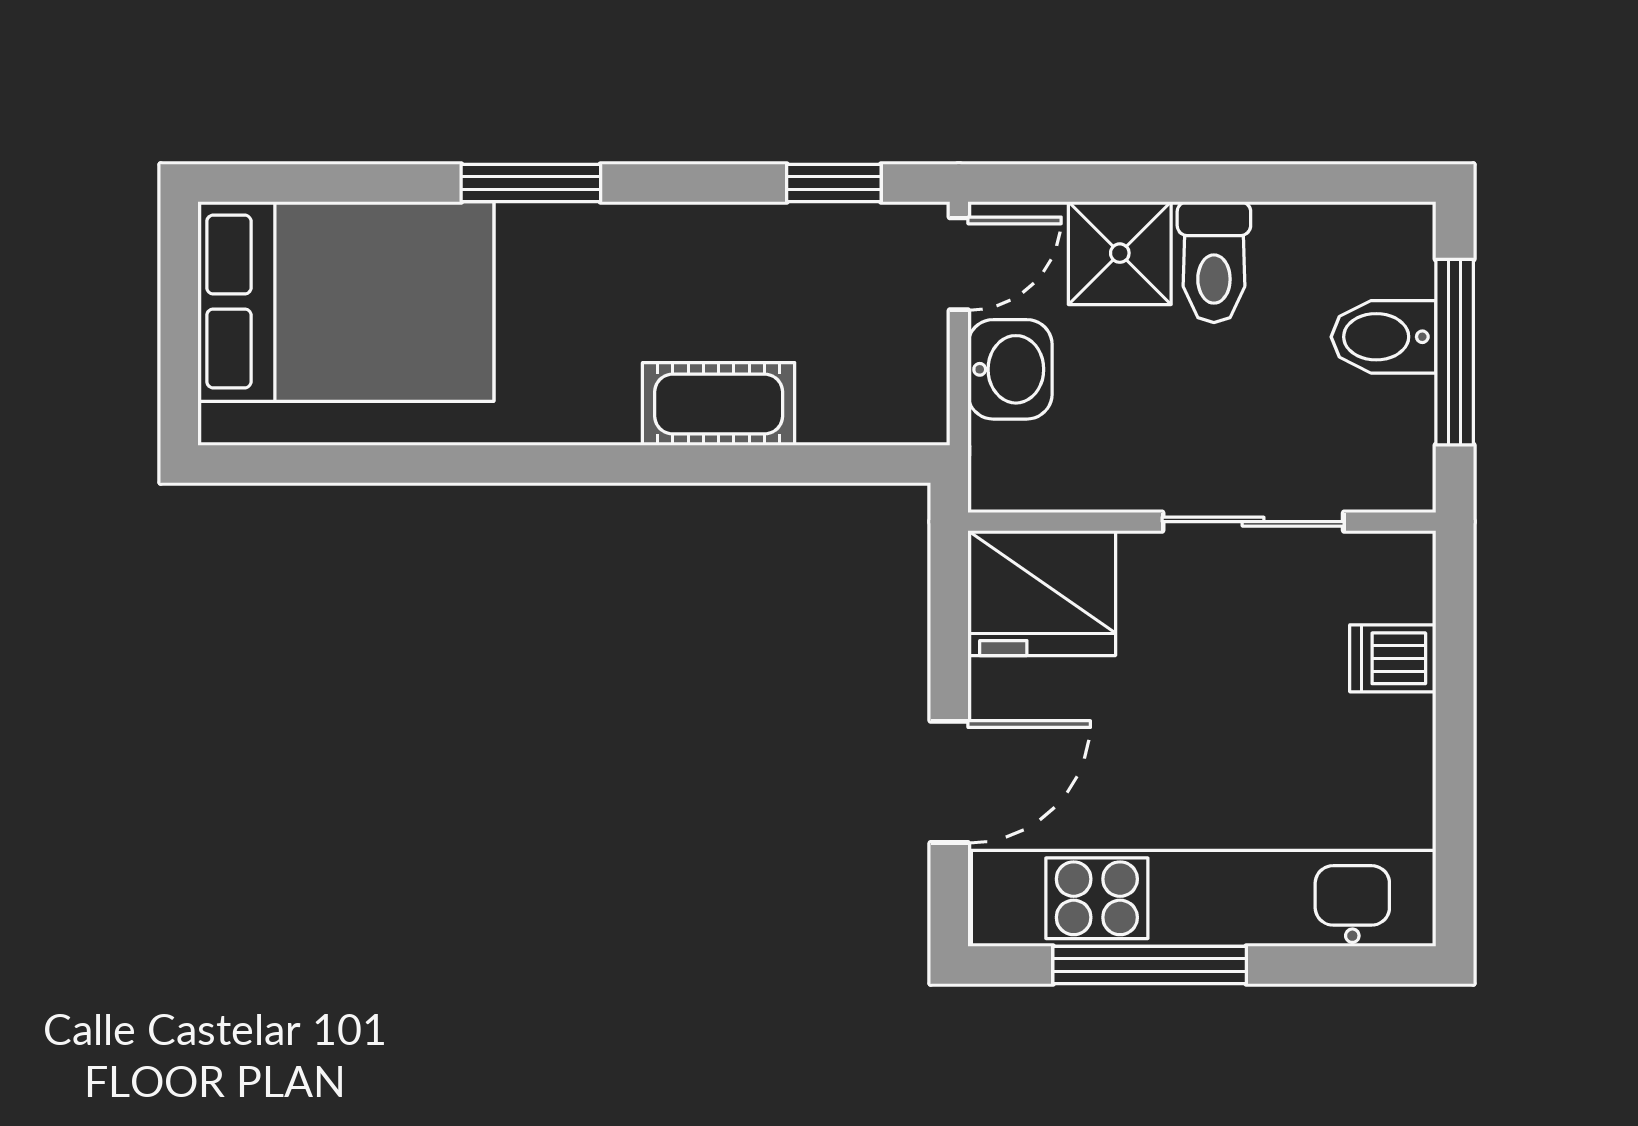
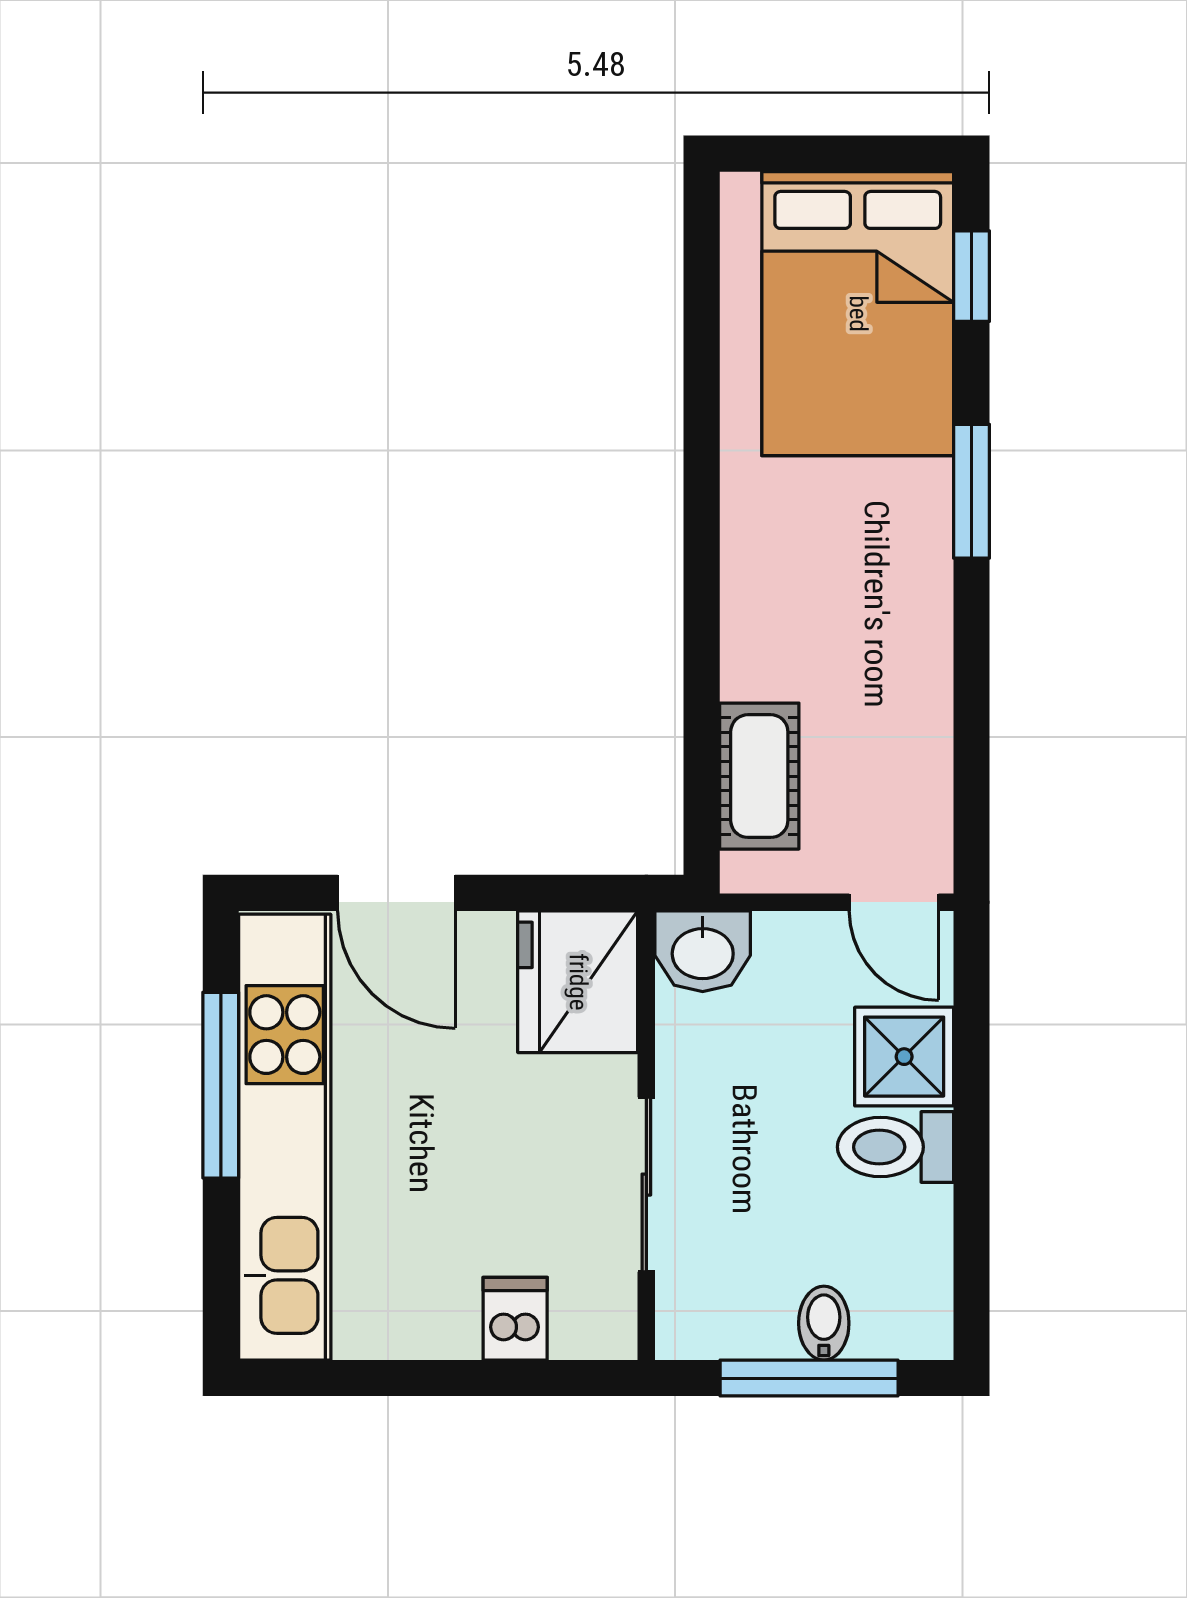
window: (834, 183) -> (971, 276), moved
bidet: (1383, 337) -> (824, 1323), width x0.72, depth x0.74
washbasin: (1010, 369) -> (703, 951), moved
cot: (719, 404) -> (759, 776), moved

